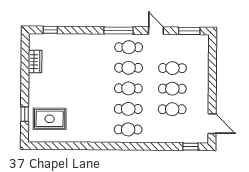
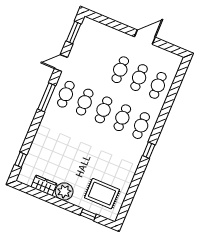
cafe table: (172, 68) -> (158, 85), moved
plant: (37, 83) -> (64, 191), added
rug: (50, 119) -> (102, 194), turned 90
door: (212, 124) -> (145, 37), moved
window: (190, 147) -> (149, 150), moved

